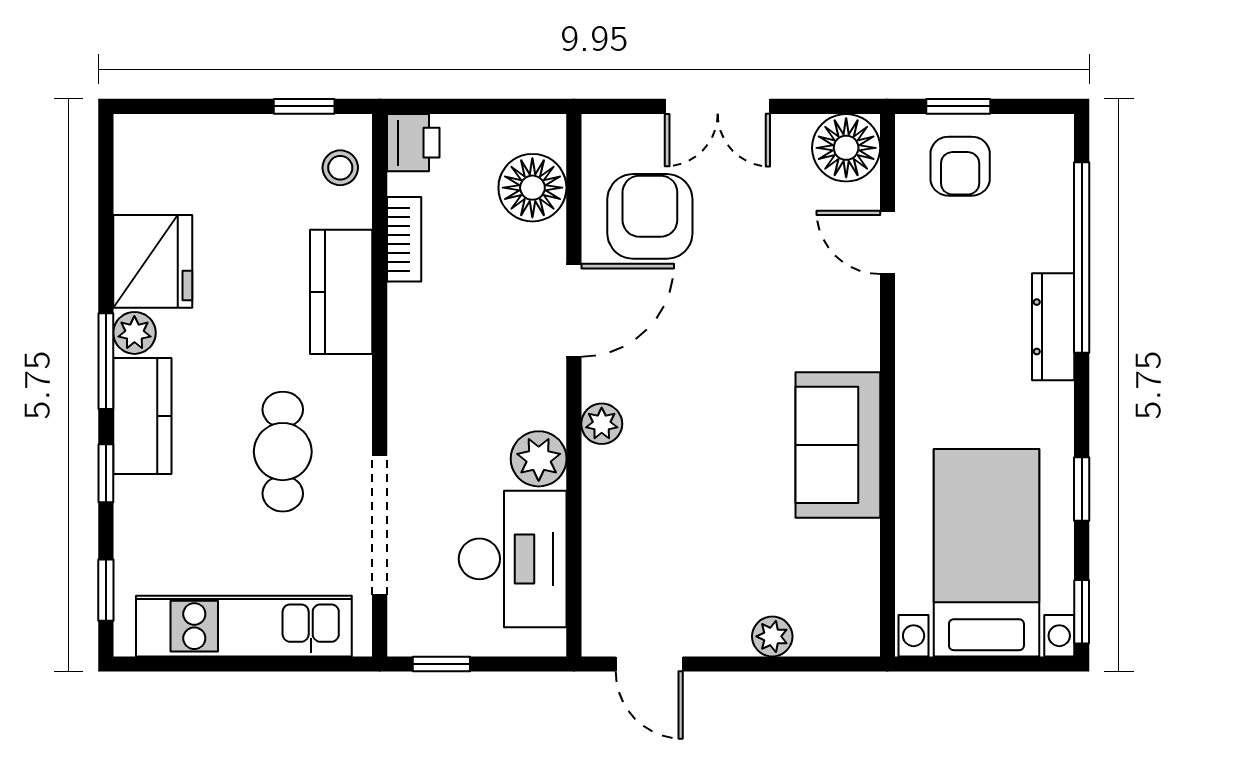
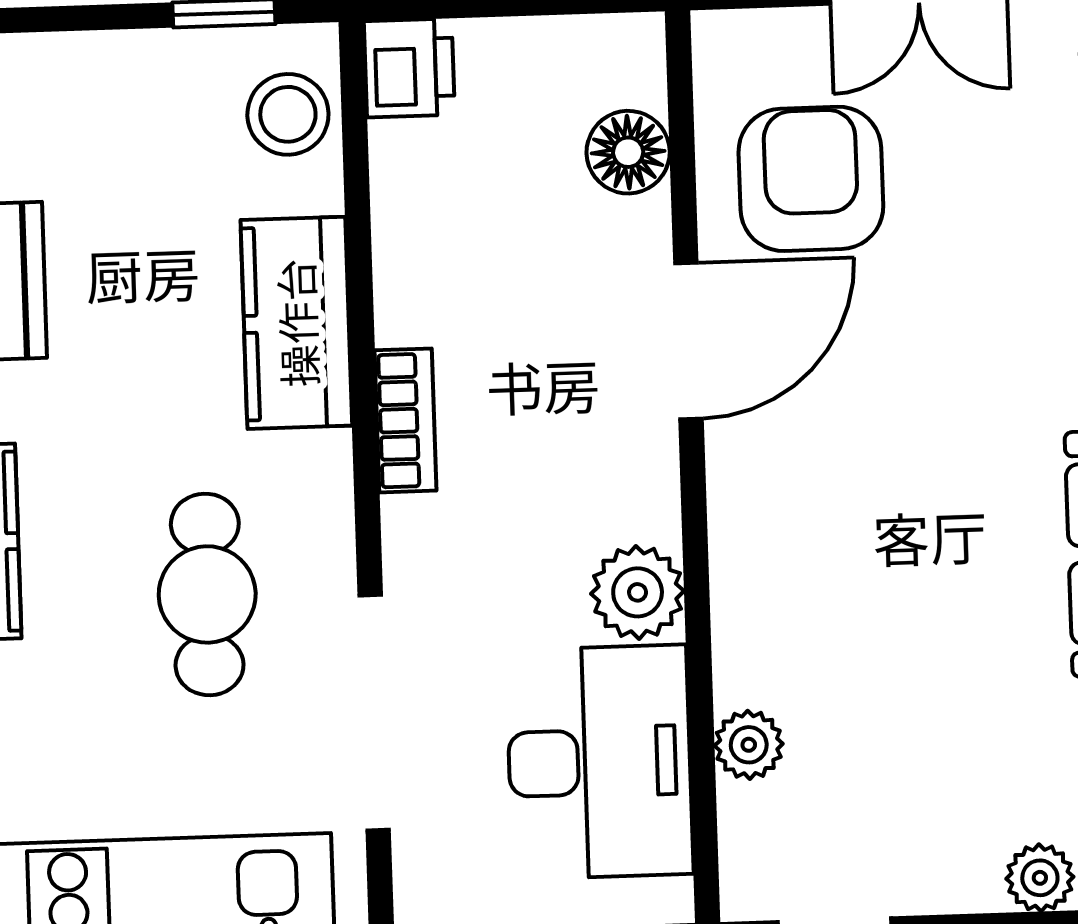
stool: (340, 168) -> (288, 114), width x1.37, depth x1.37
floor lamp: (532, 188) -> (628, 152), width x0.73, depth x0.73
bookcase: (404, 239) -> (406, 420), moved
plant: (602, 424) -> (749, 745), moved

